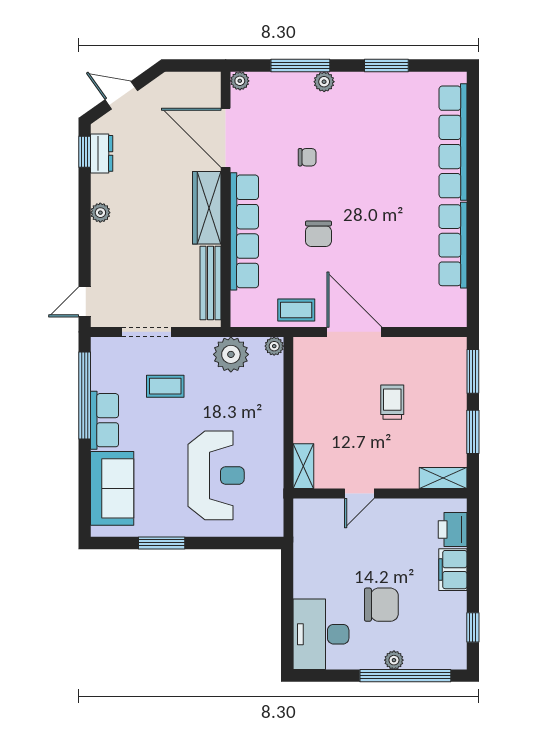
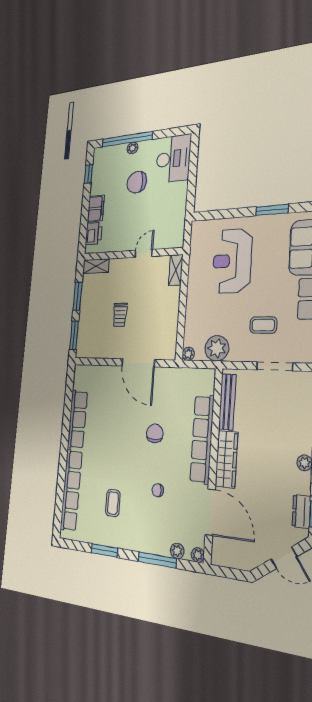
plant: (324, 82) -> (177, 551), moved
coffee table: (296, 310) -> (113, 503), moved, turned 90

